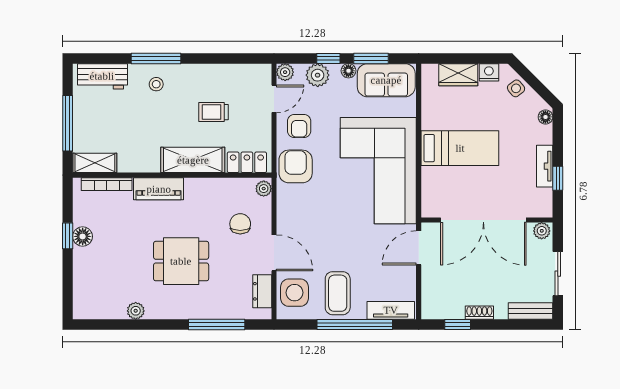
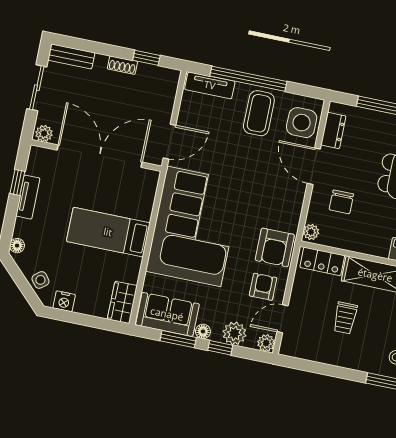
wardrobe: (458, 75) -> (122, 302), moved, turned -90
trolley: (214, 112) -> (345, 318), turned 90

